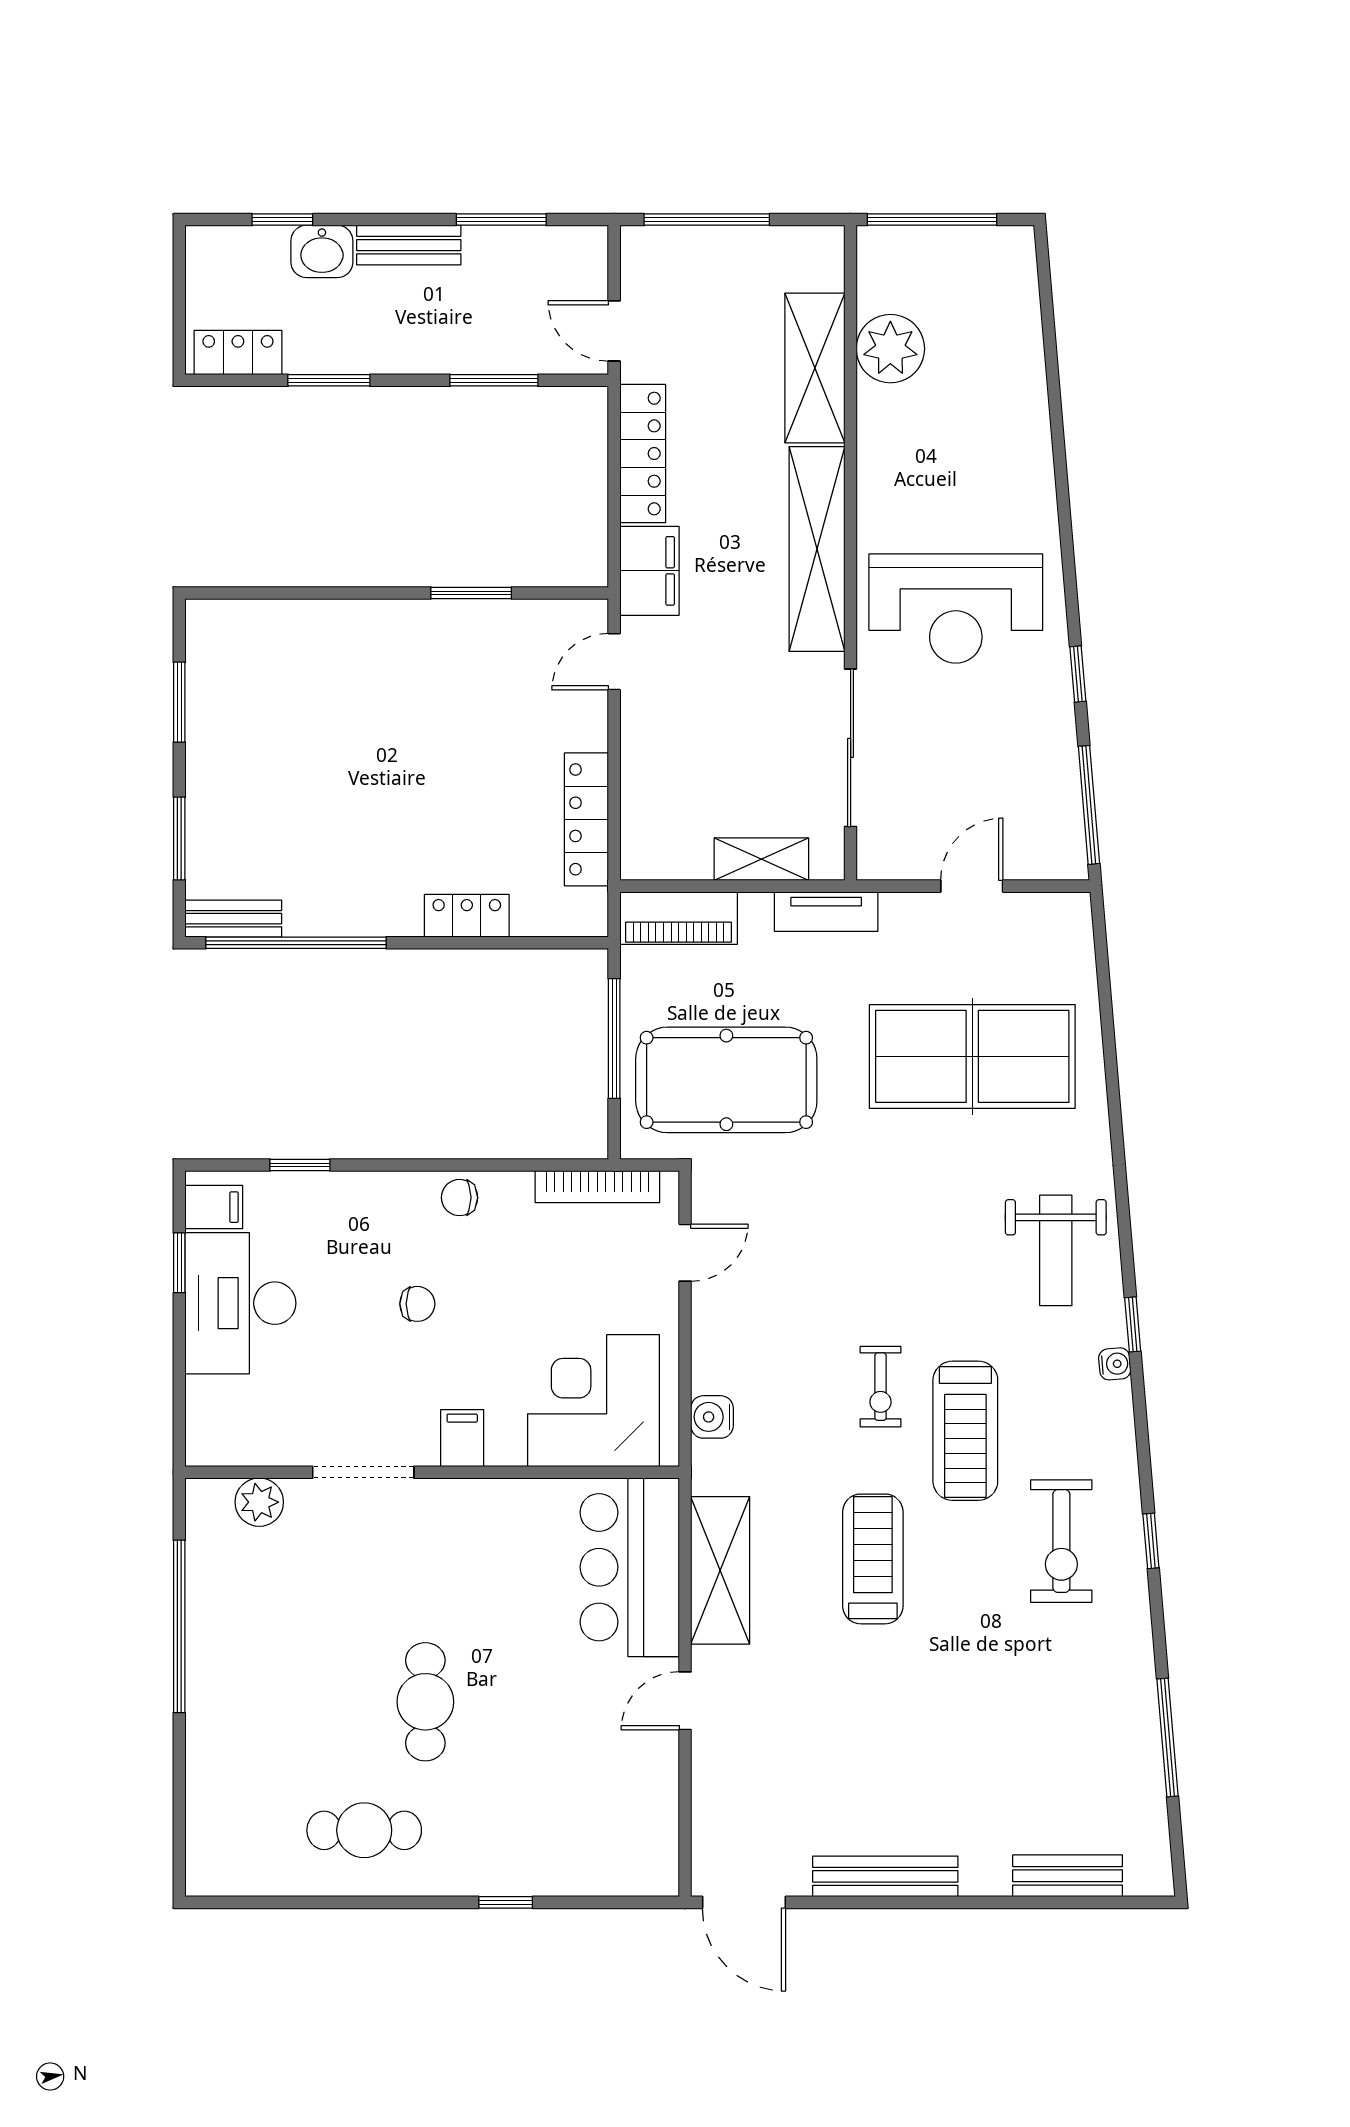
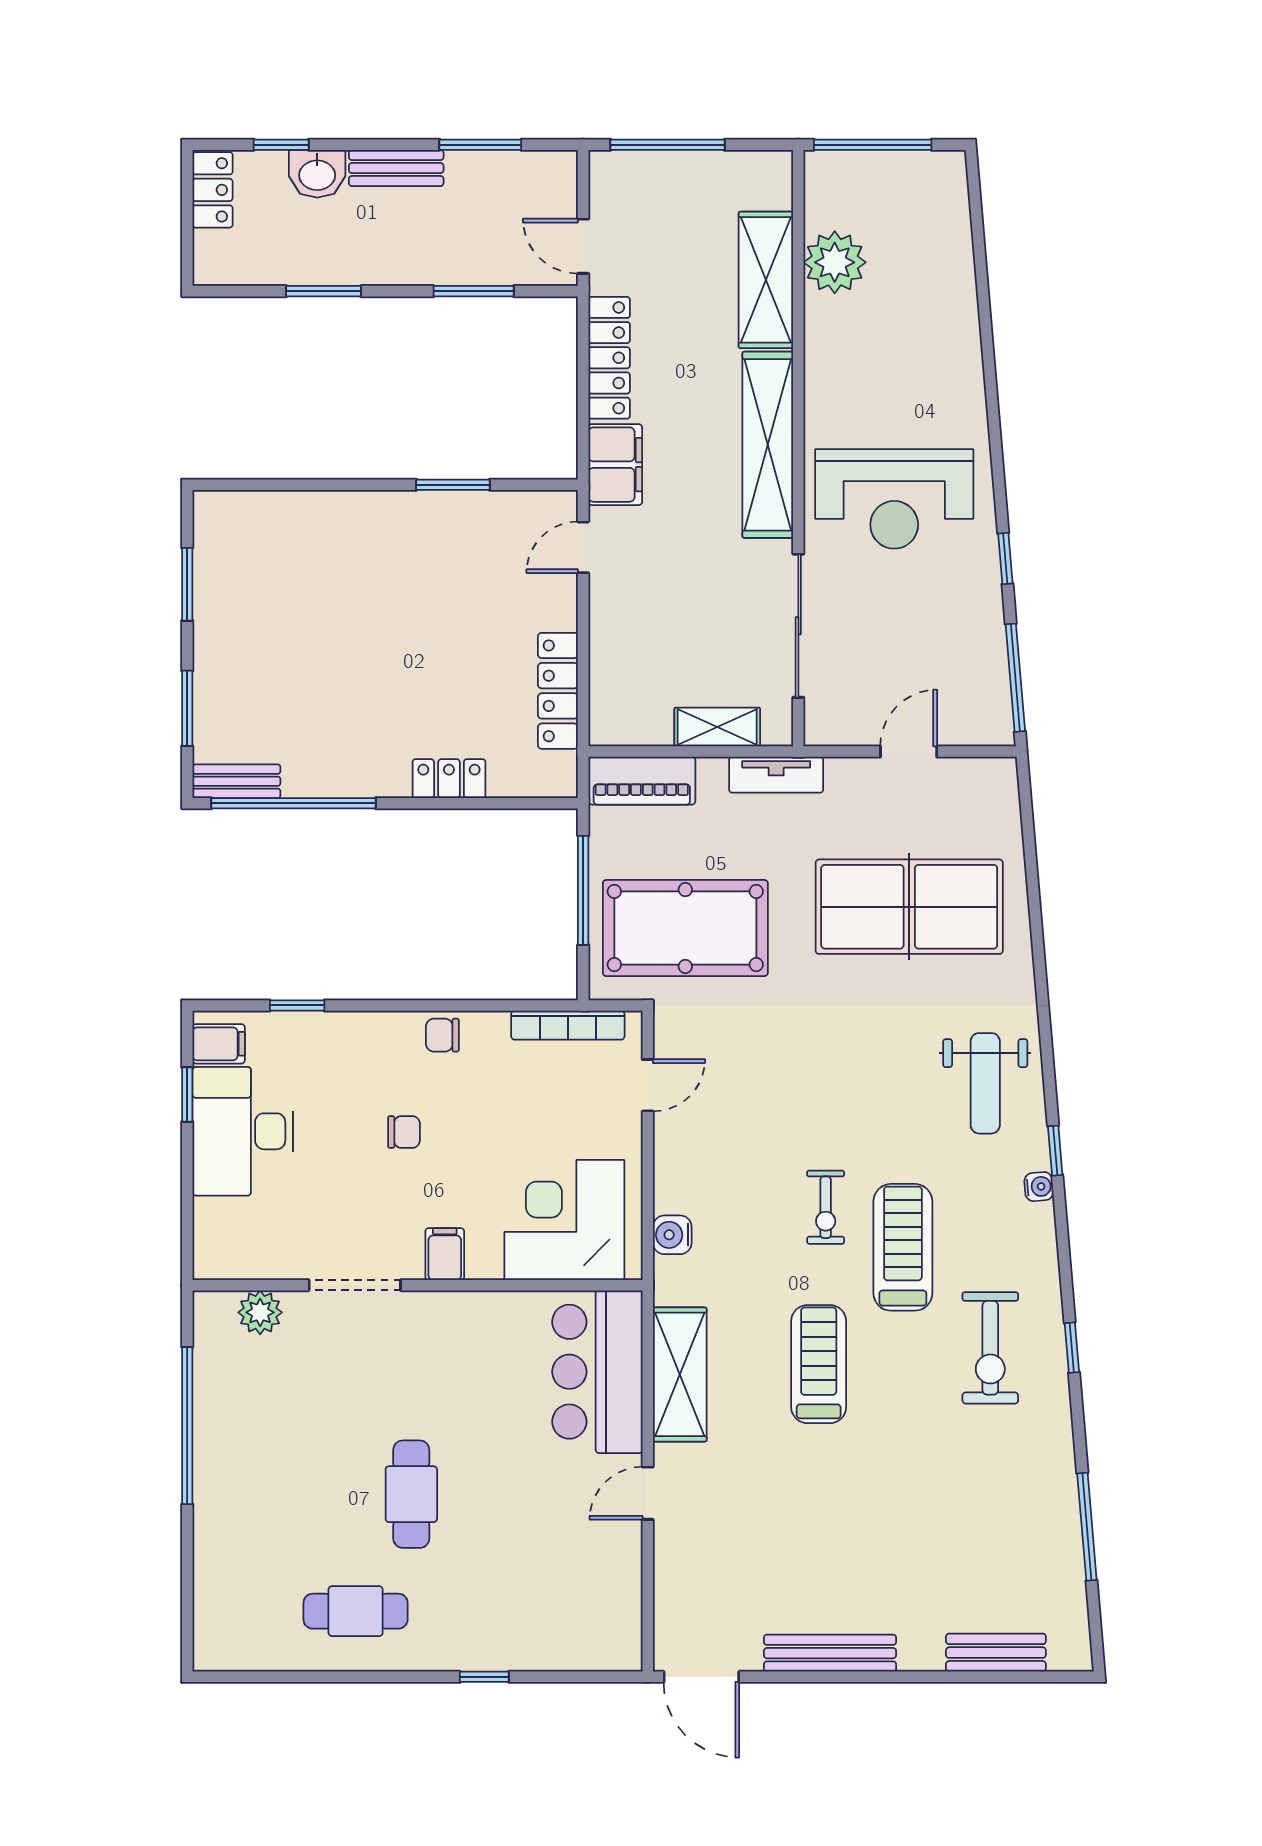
locker: (238, 352) -> (213, 190), moved, turned 90
treadmill: (965, 1431) -> (903, 1247), turned 180

